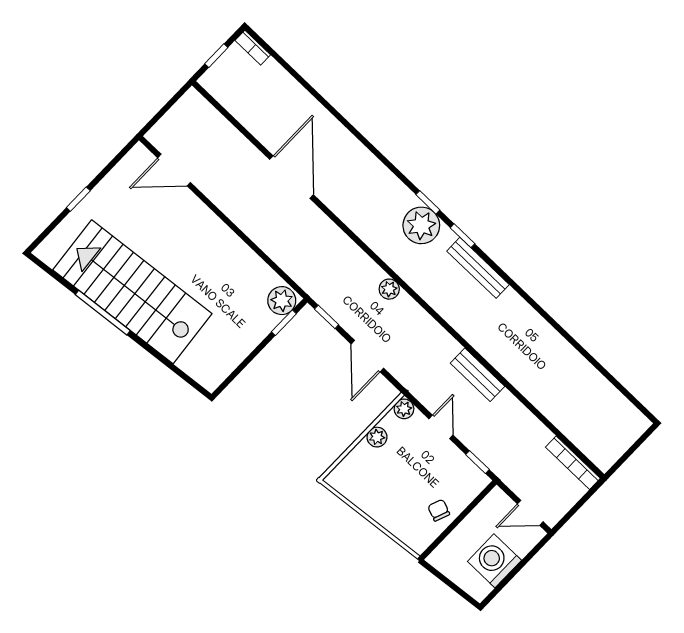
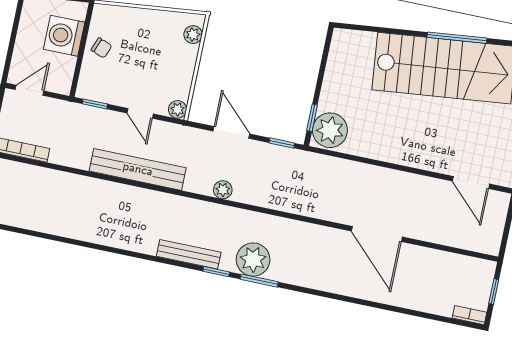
door: (174, 170) -> (471, 183), swing flipped
window: (428, 202) -> (259, 281), width x1.50
plant: (389, 289) -> (223, 190), moved
plant: (282, 301) -> (330, 130), width x1.36, depth x1.36
bench: (477, 375) -> (138, 169), width x1.86, depth x1.21
plant: (377, 437) -> (193, 35), moved
washing machine: (494, 561) -> (64, 36), moved, turned 180

